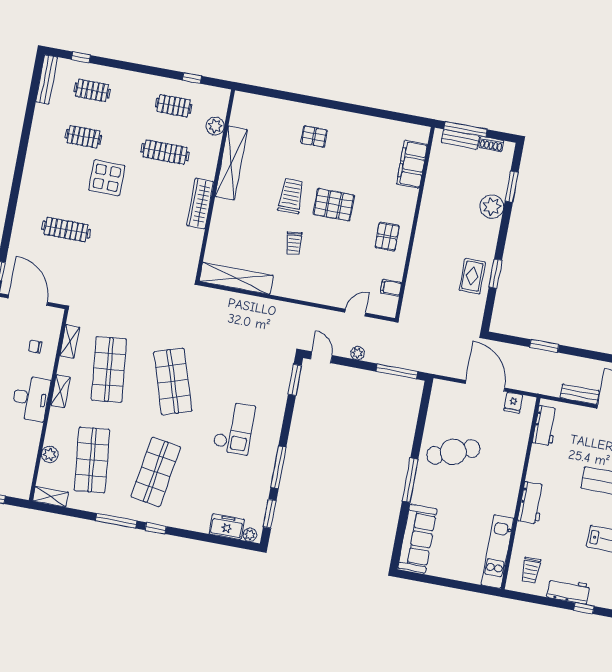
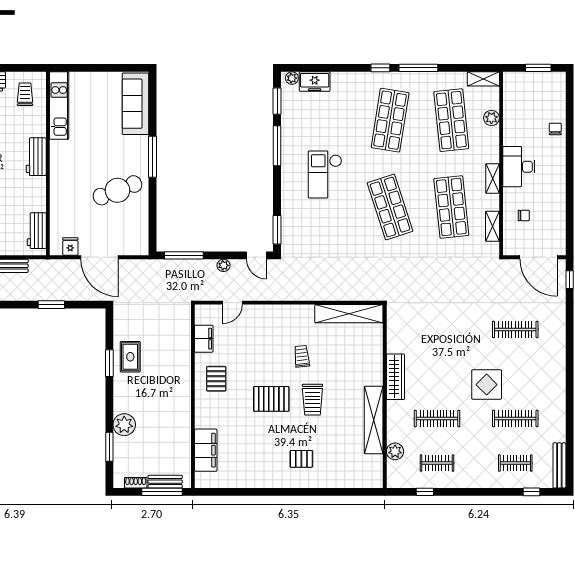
clothes rail: (83, 137) -> (515, 419), width x1.36
filing cabinet: (391, 288) -> (204, 339), width x2.00

